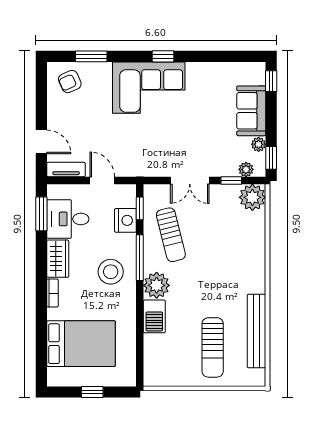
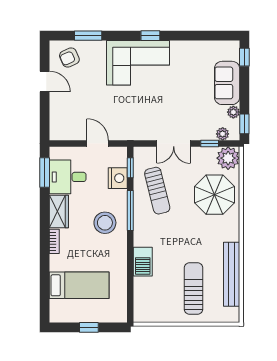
door: (41, 142) -> (45, 82), moved
tv unit: (66, 169) -> (66, 134), removed
parasol: (237, 239) -> (214, 195), added
plant: (157, 285) -> (145, 235), removed
bed: (81, 344) -> (79, 285), width x0.67
sun lounger: (213, 347) -> (193, 289), turned 180

